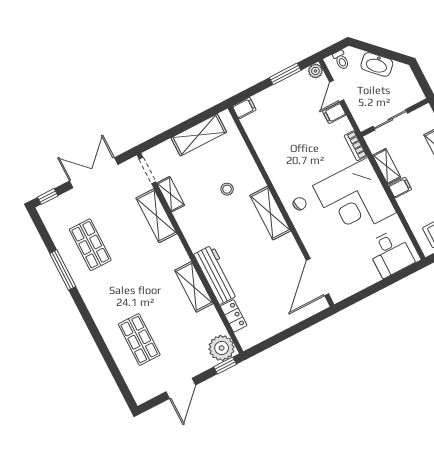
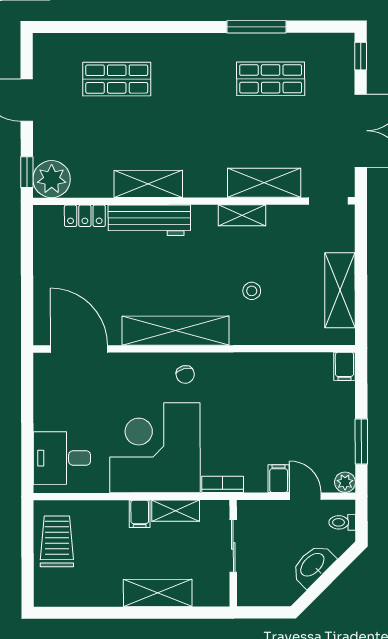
shelving: (171, 194) -> (242, 215), moved
shelving: (270, 213) -> (176, 331), width x1.47

